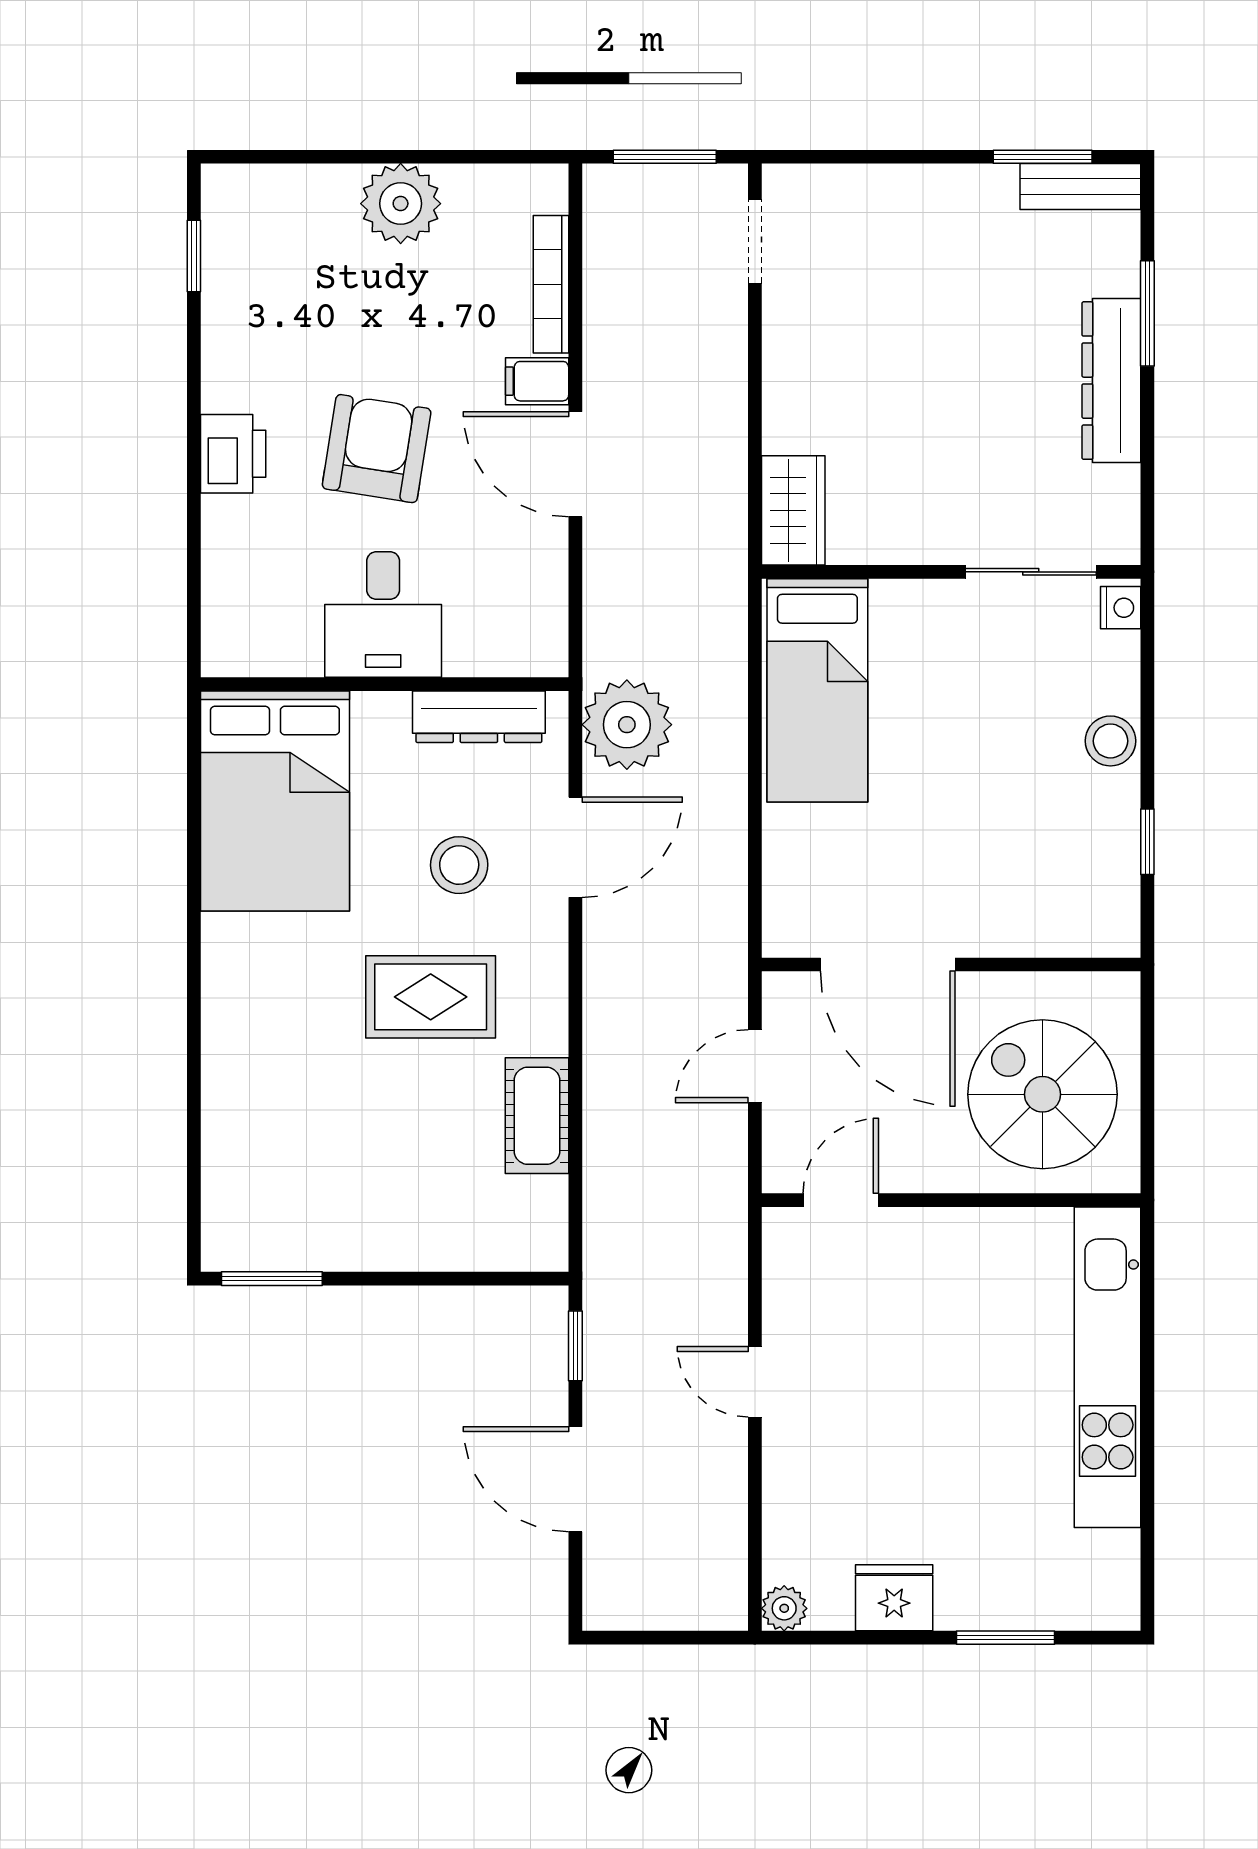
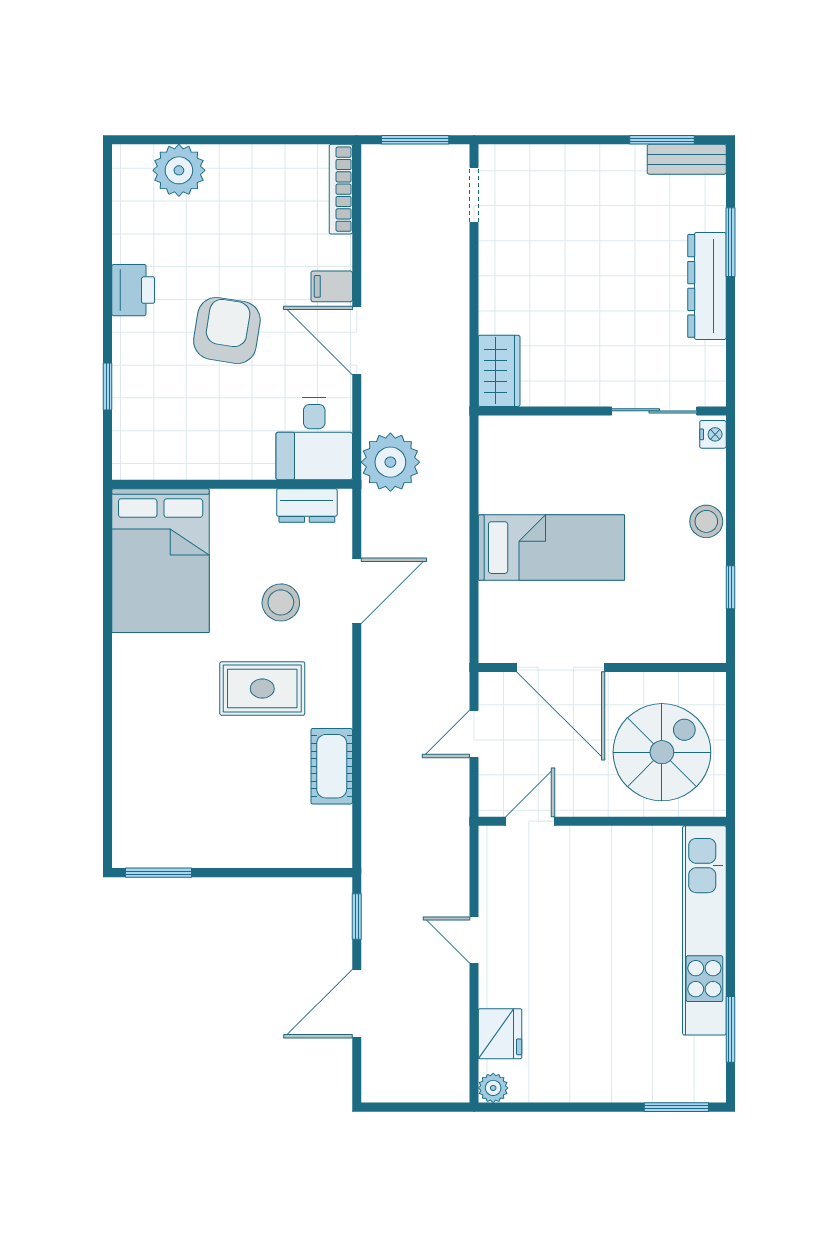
plant: (401, 204) -> (179, 170), moved
window: (194, 256) -> (108, 386), moved
bookcase: (551, 284) -> (341, 189), moved
printer: (233, 454) -> (133, 290), moved
desk: (383, 614) -> (314, 439), moved
bed: (817, 690) -> (551, 548), moved, turned -90
dresser: (479, 717) -> (307, 506), width x0.70
plant: (627, 725) -> (390, 462), moved
spiral stairs: (1043, 1094) -> (662, 752), turned 90
door: (575, 1479) -> (357, 1004), hinge flipped
window: (1147, 1518) -> (730, 1029), added
fridge: (894, 1598) -> (500, 1034), moved, turned 90
window: (1005, 1638) -> (676, 1107), moved

